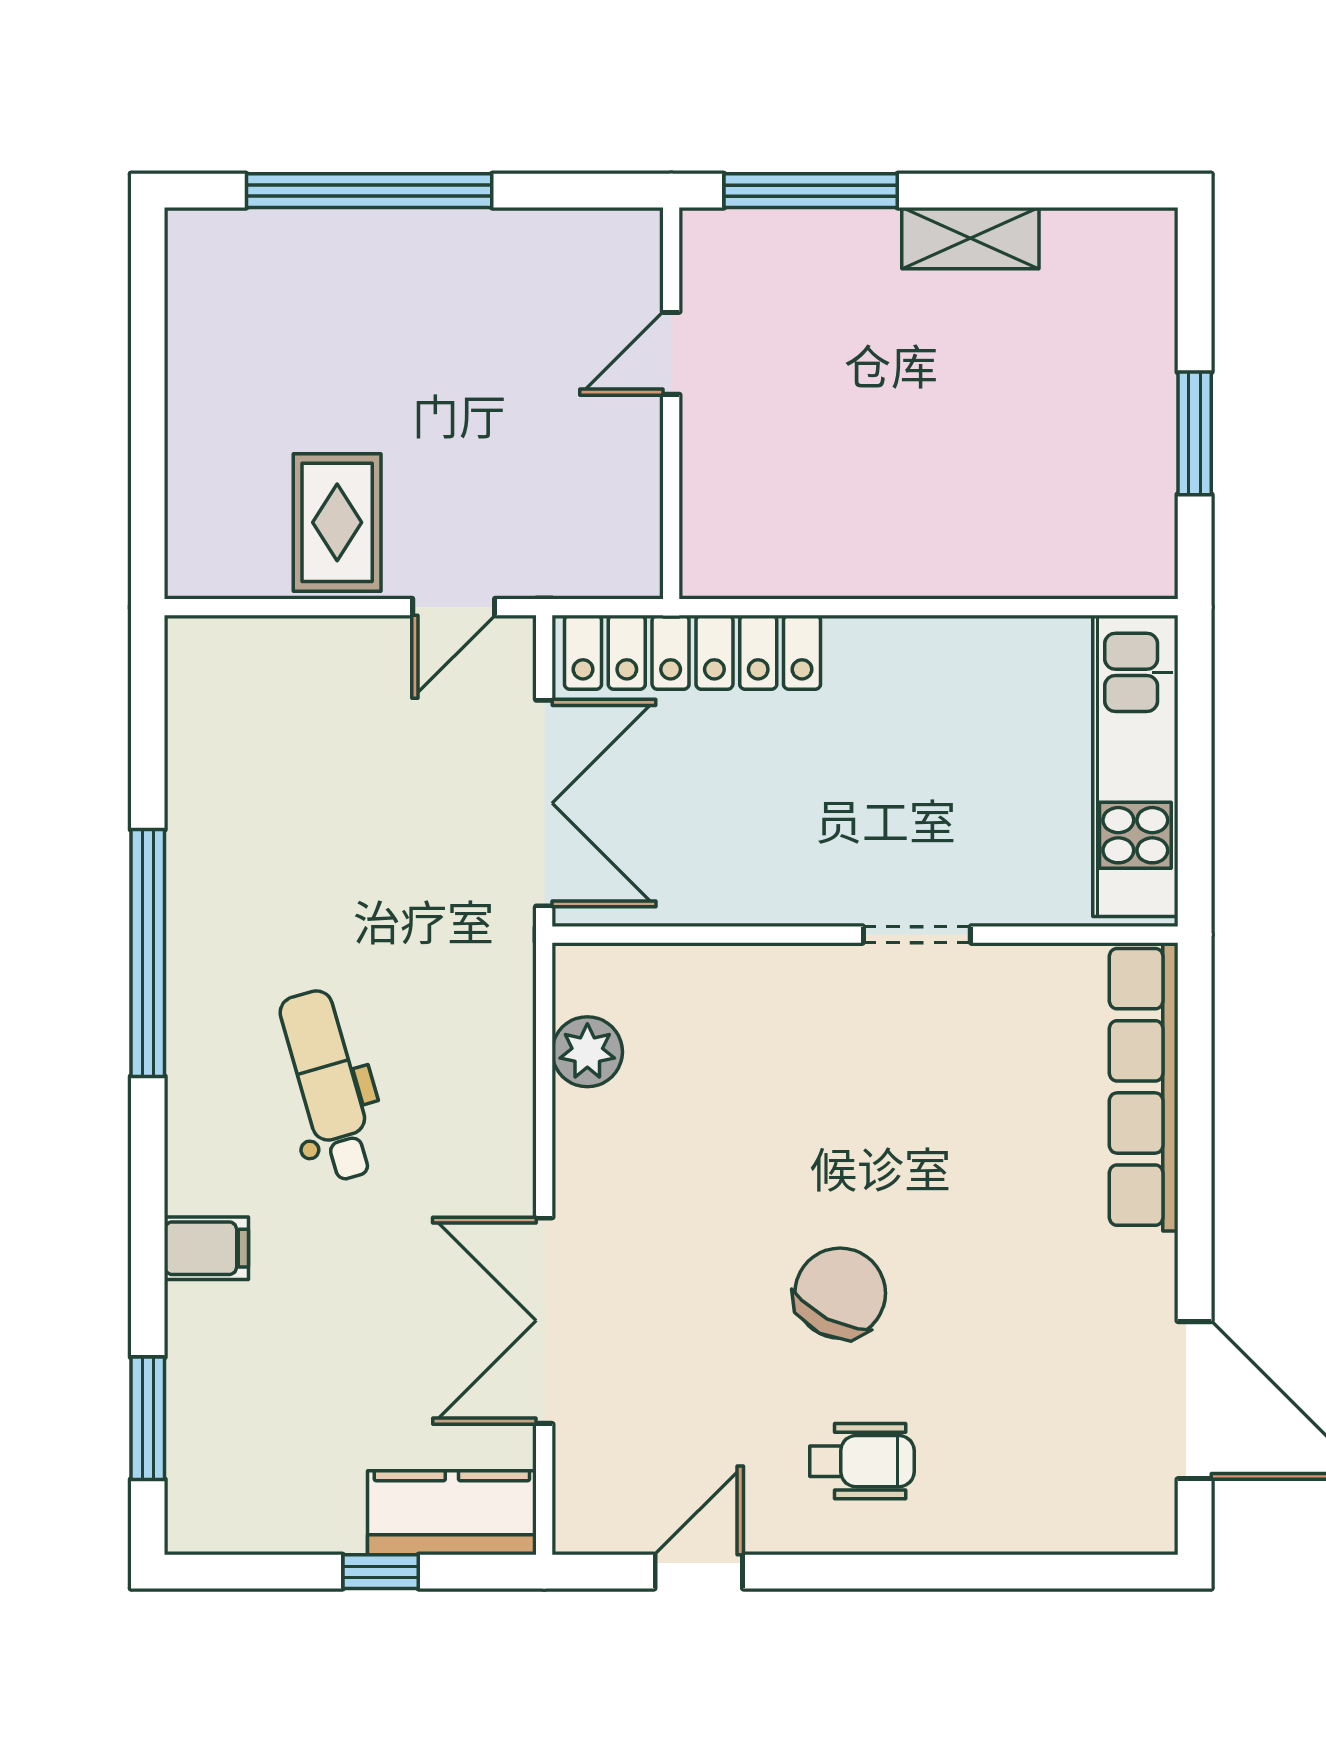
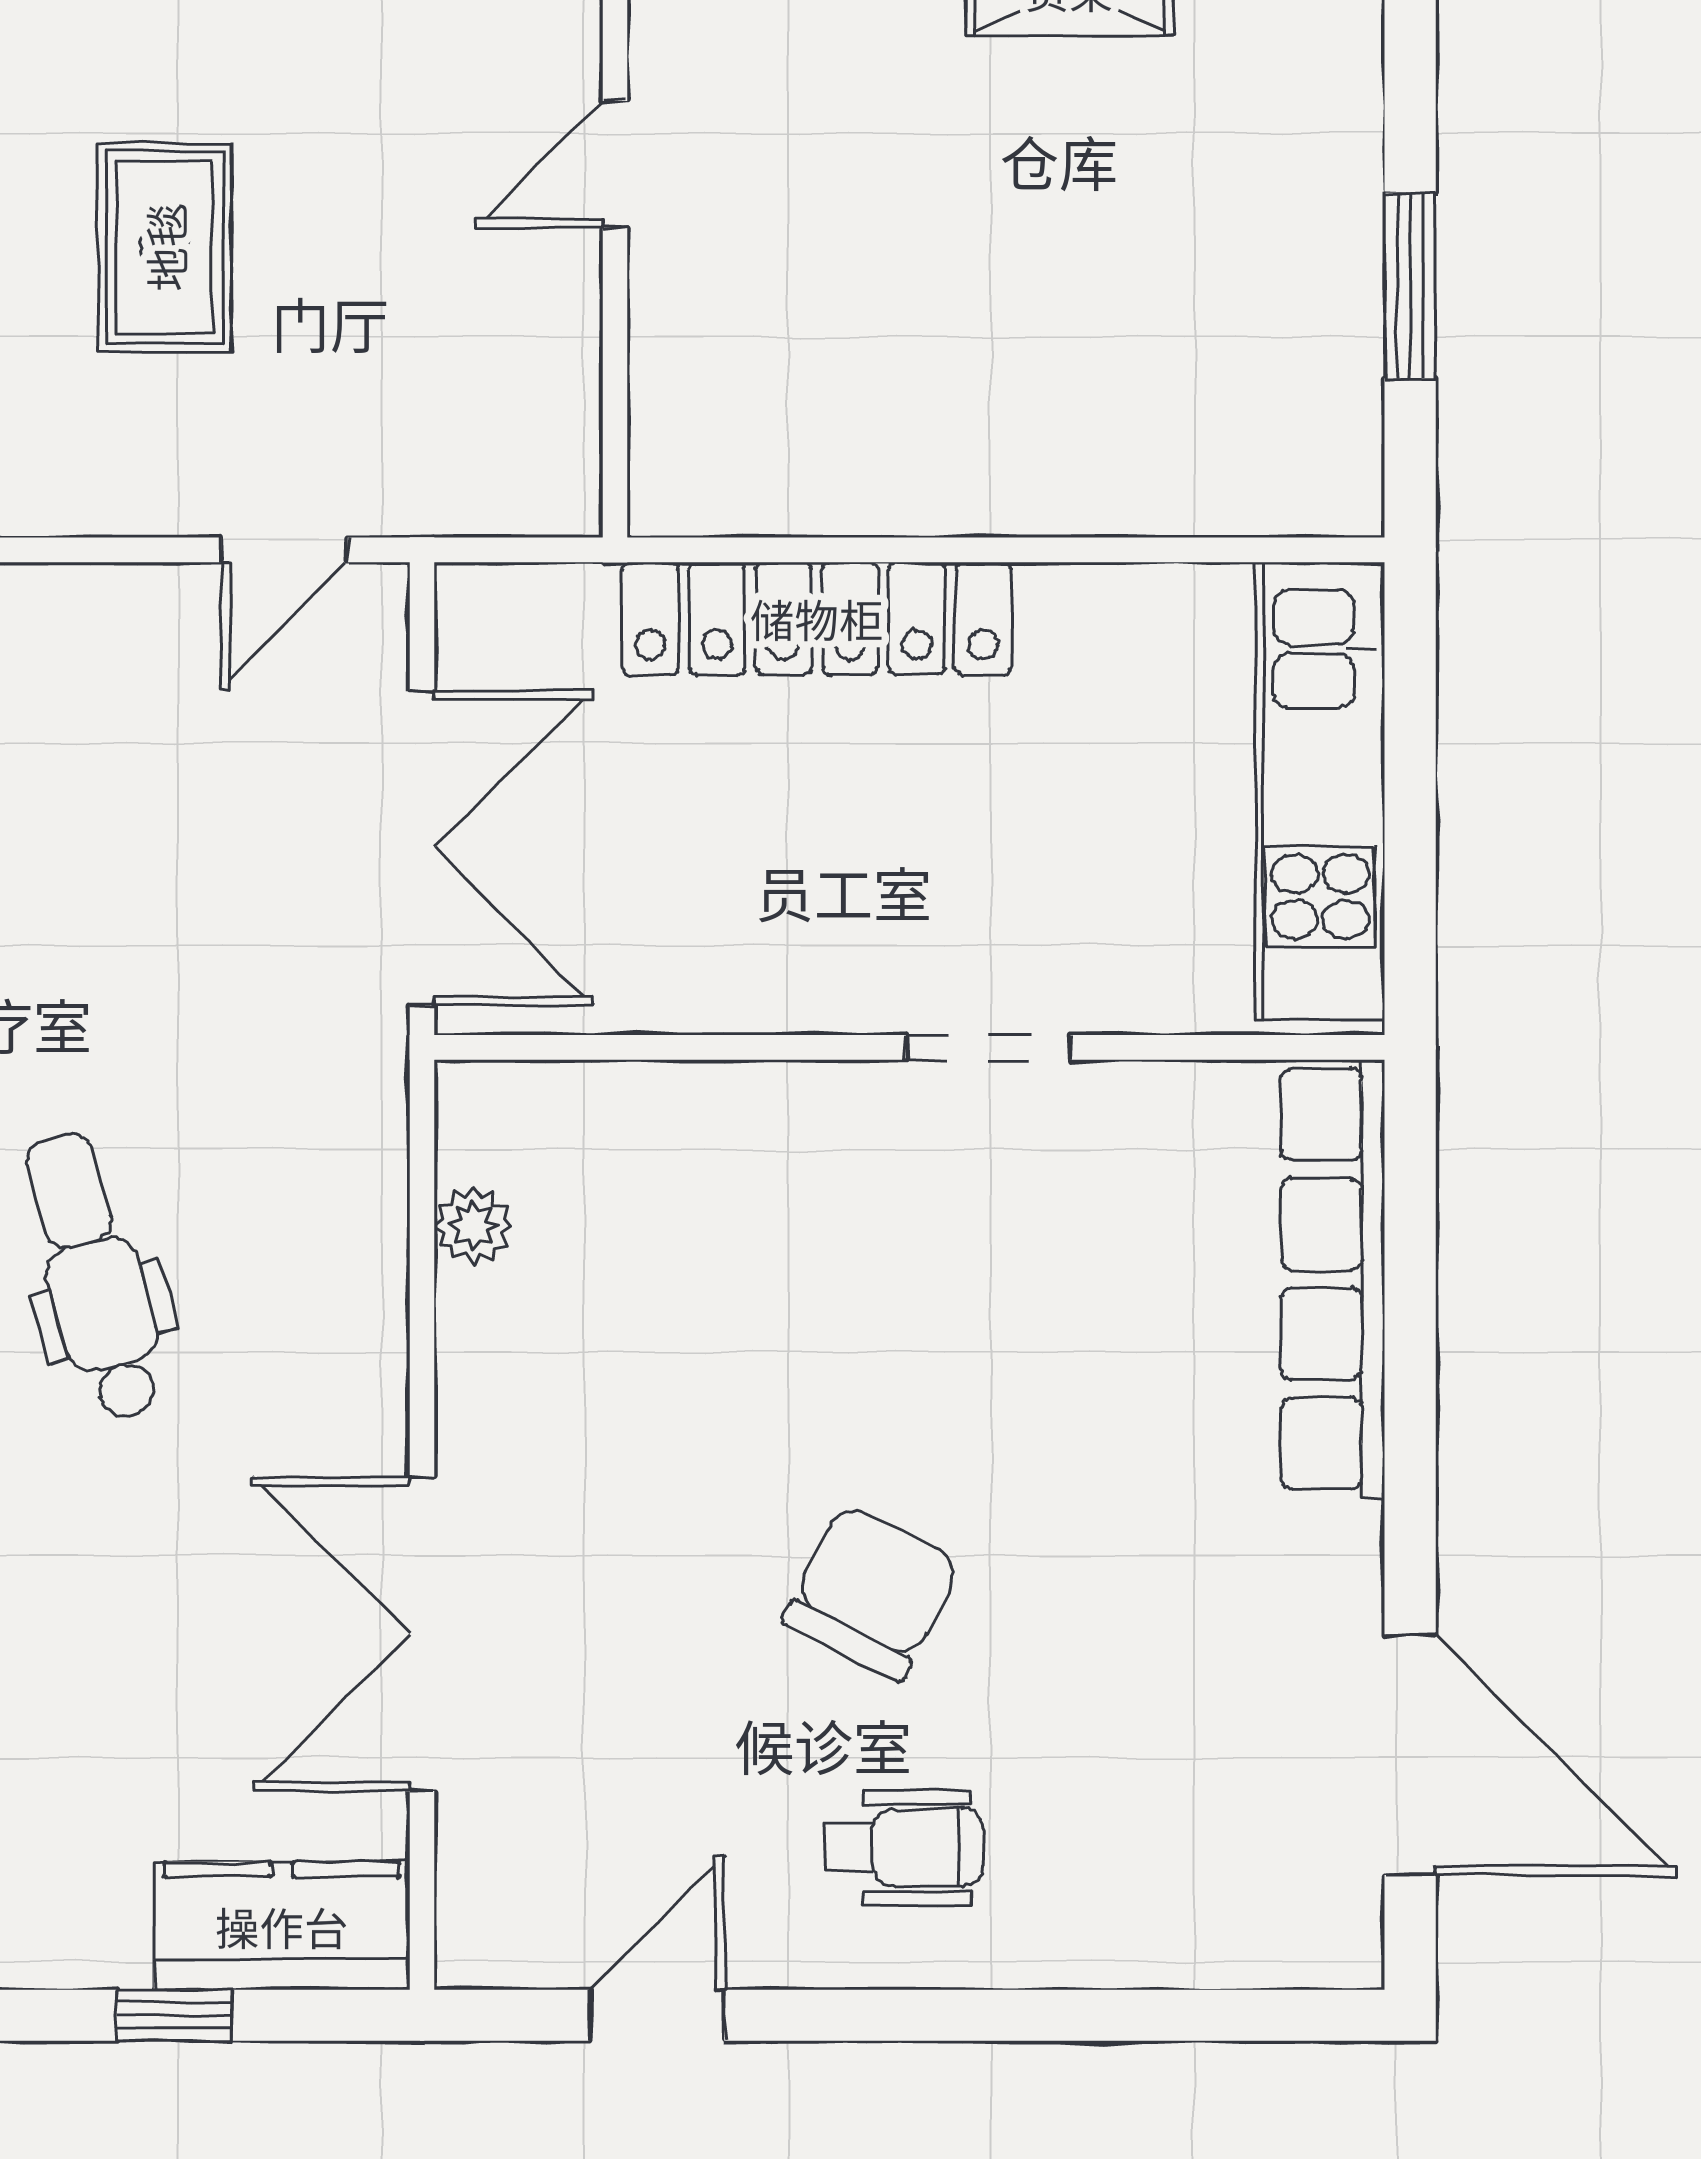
rug: (337, 522) -> (165, 247), moved
locker: (693, 652) -> (817, 618), moved
plant: (587, 1052) -> (473, 1225), width x0.73, depth x0.73

